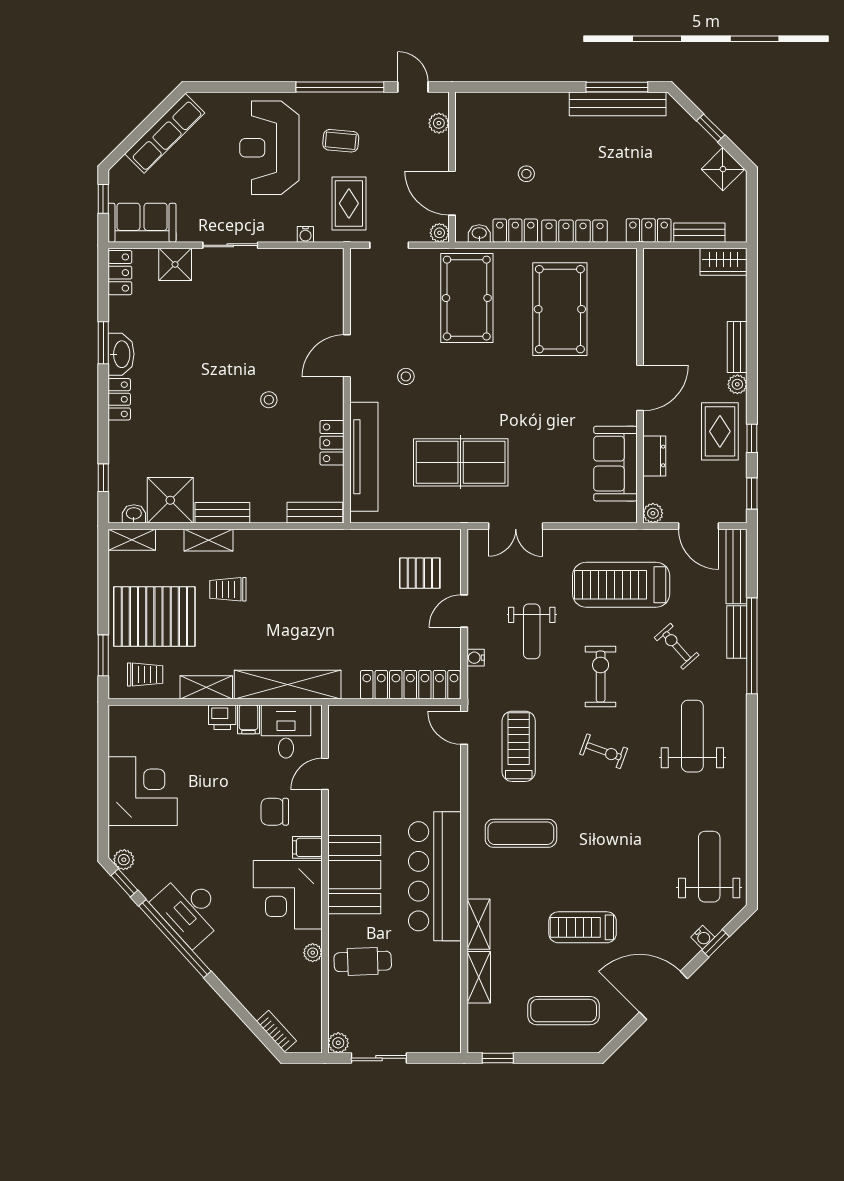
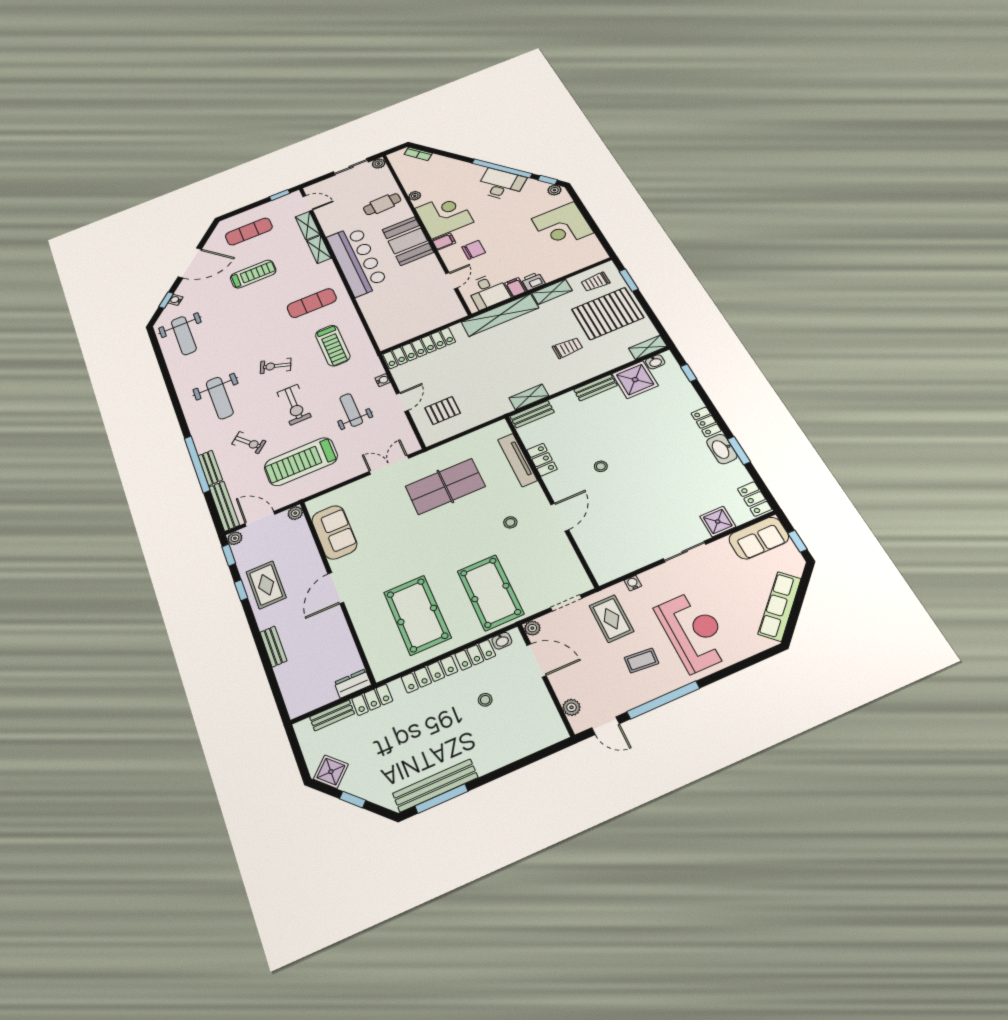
wardrobe: (724, 262) -> (305, 702), removed
plant: (737, 384) -> (235, 538), moved
dresser: (654, 456) -> (353, 684), moved, turned 90
tv unit: (364, 457) -> (517, 460), width x0.73, depth x0.78
shelving: (209, 540) -> (529, 397), moved
treadmill: (621, 585) -> (301, 462), turned 180
door: (464, 728) -> (308, 203), moved

